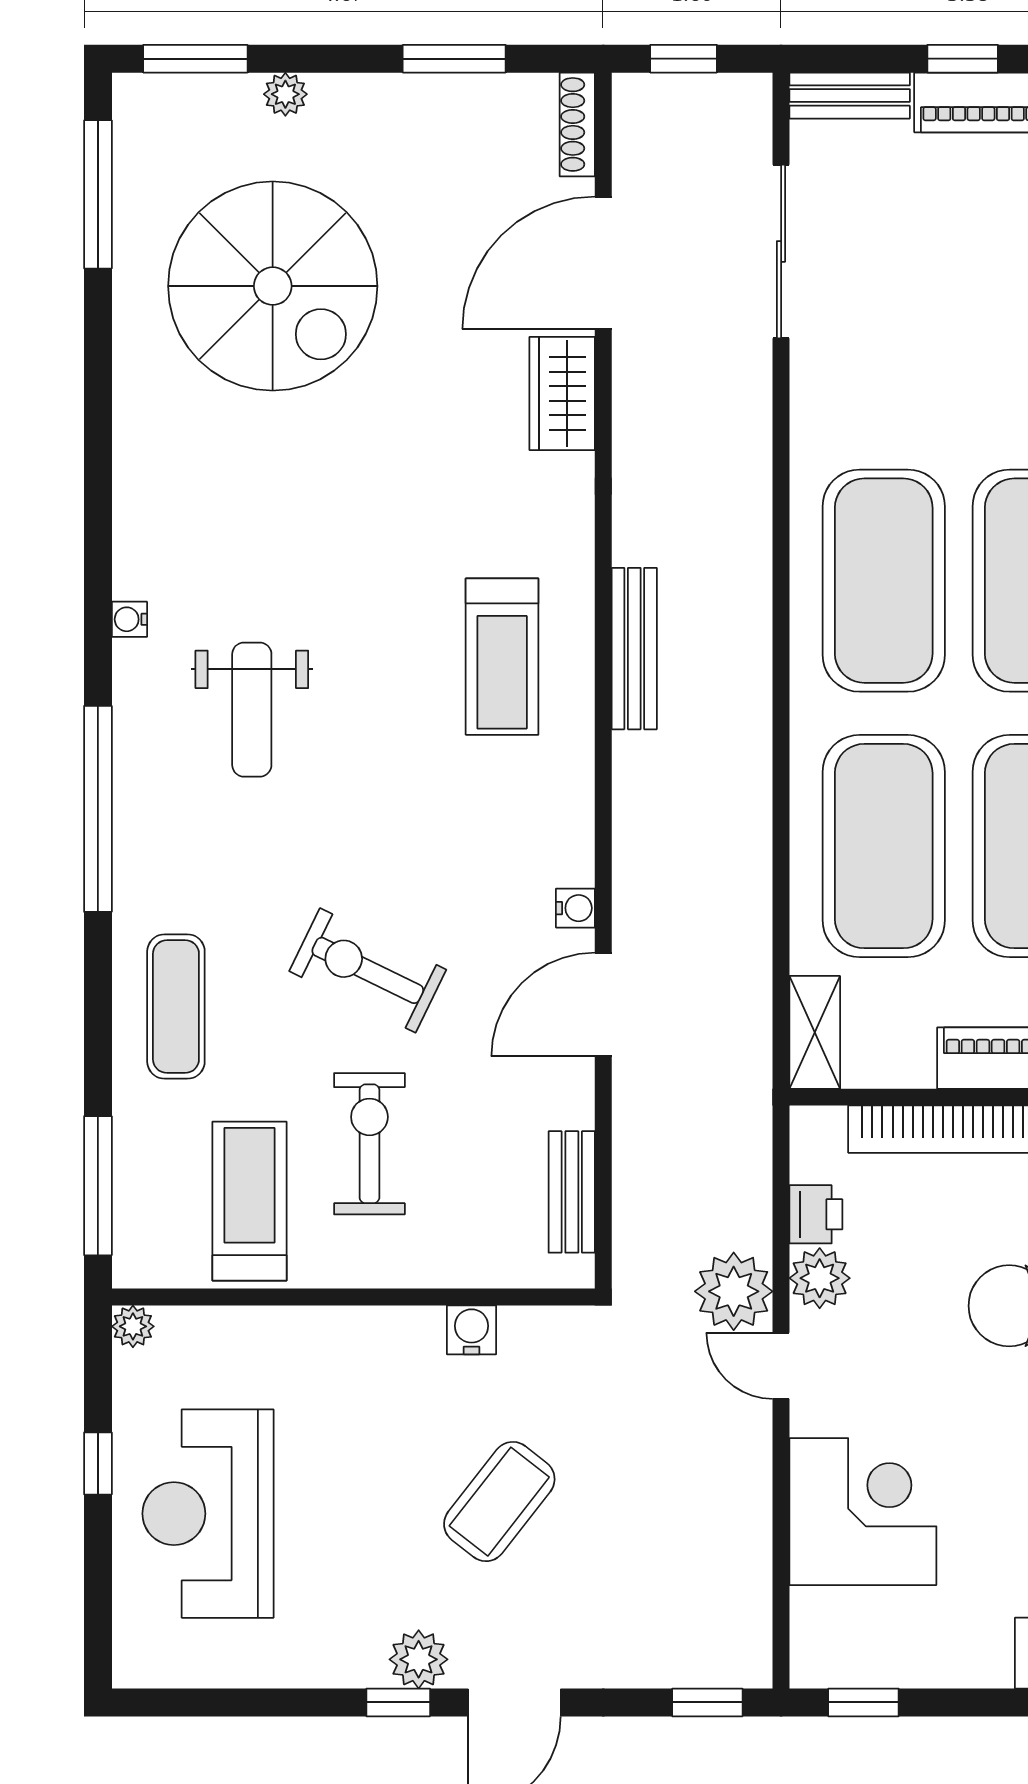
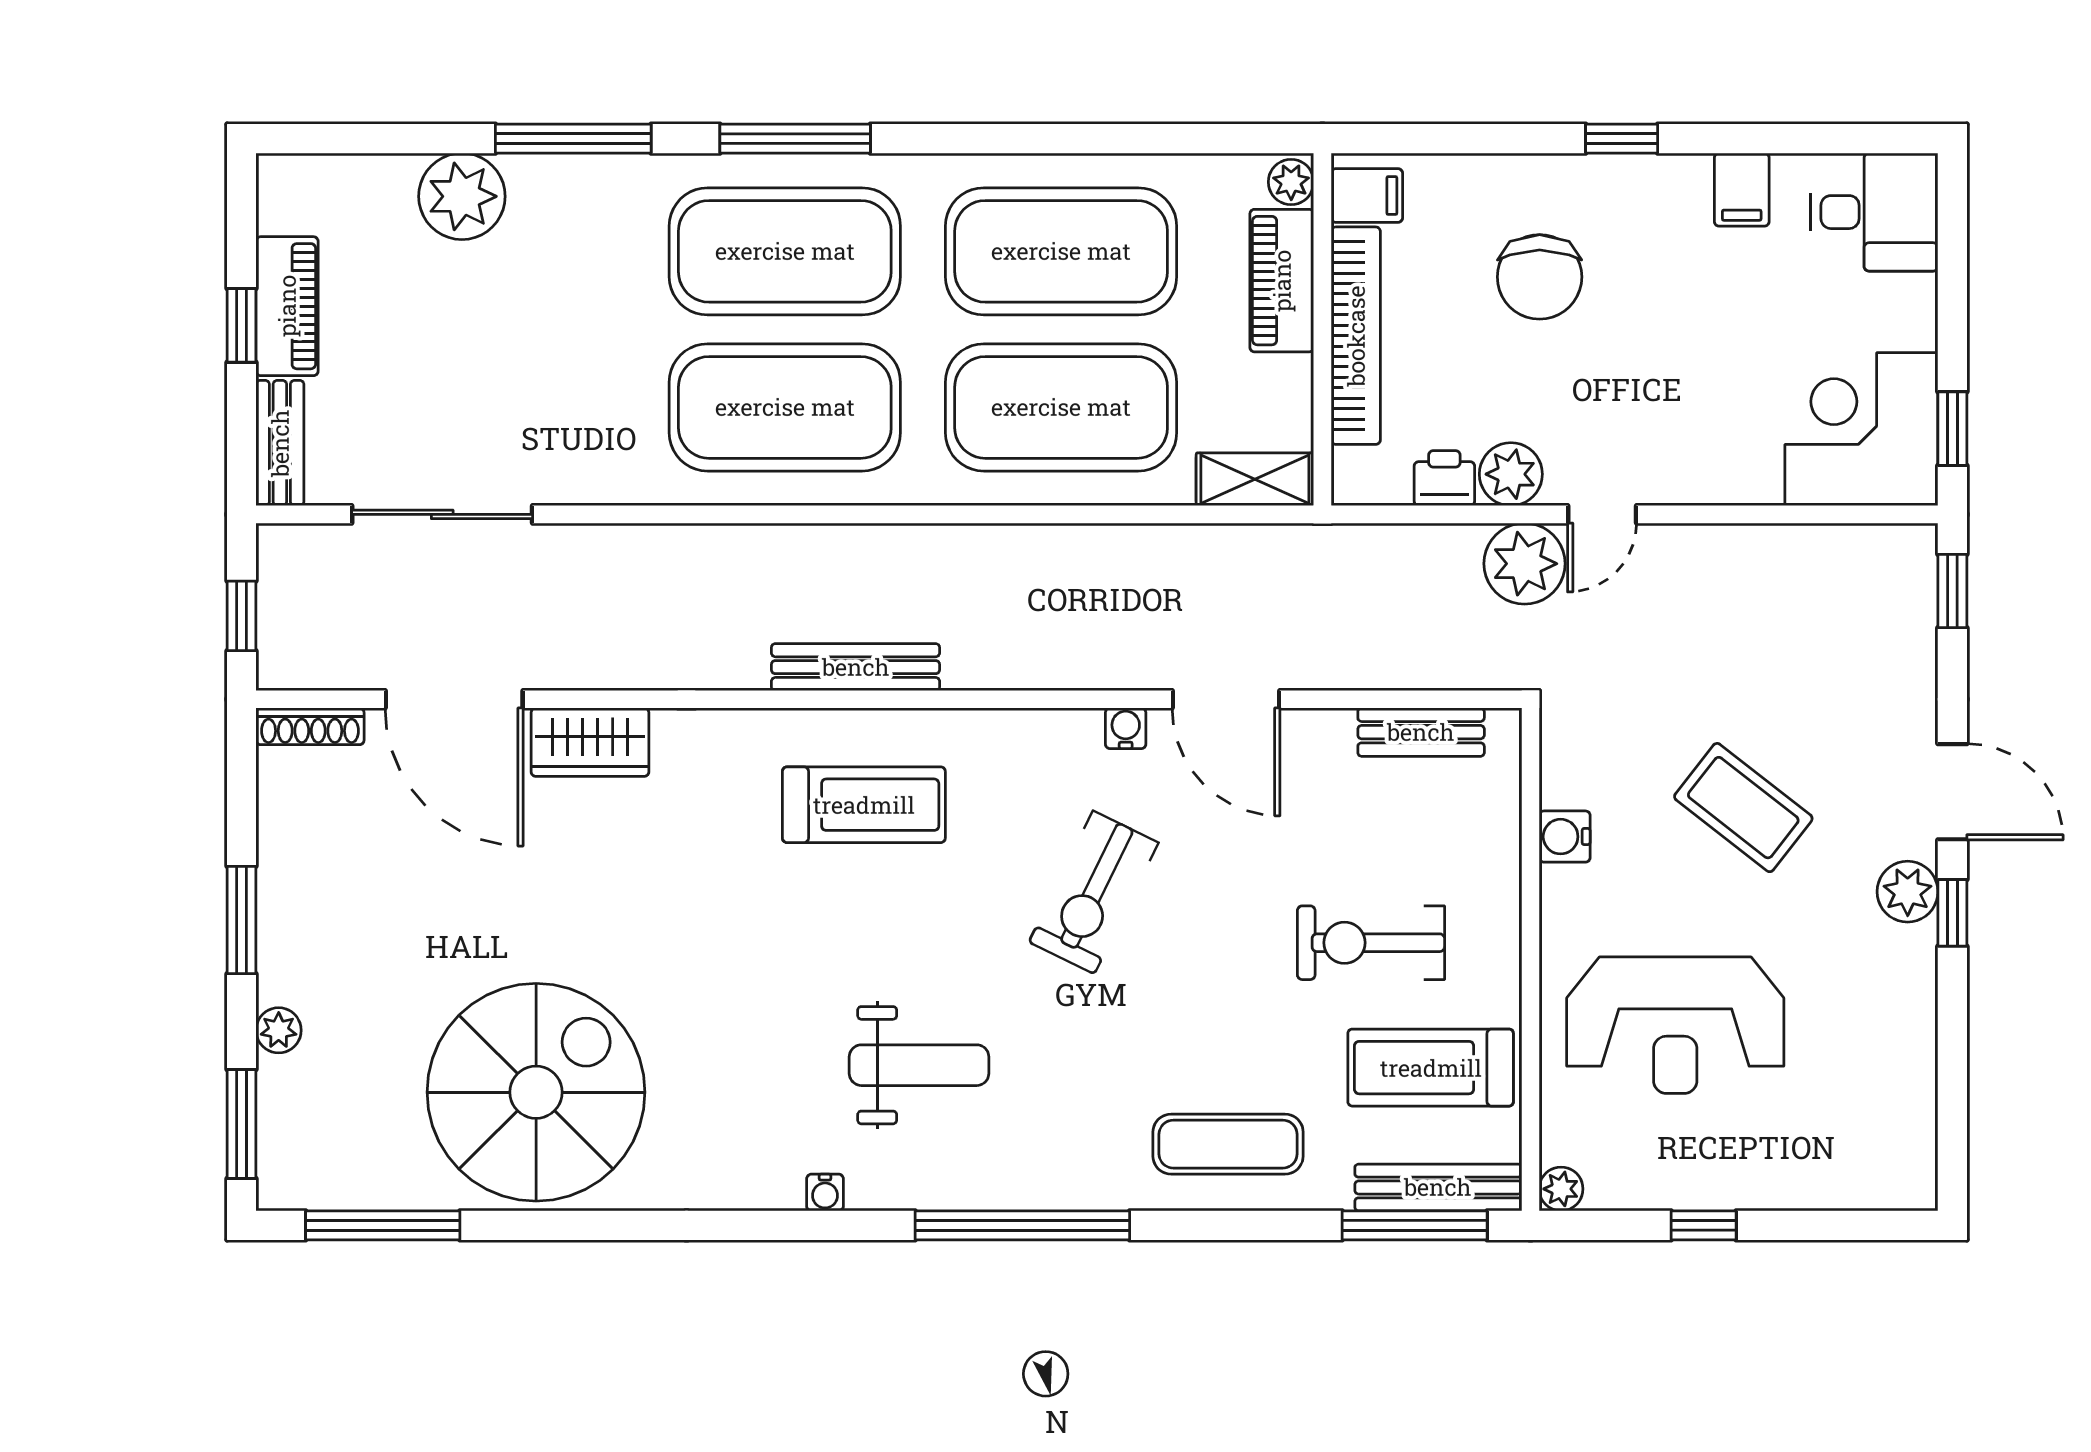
window: (454, 59) -> (242, 920), moved
spiral stairs: (273, 286) -> (536, 1092), moved
exercise bike: (368, 970) -> (1094, 892), moved
bench: (134, 1208) -> (1438, 1187), added
corner desk: (863, 1512) -> (1861, 429), moved
reception desk: (208, 1514) -> (1675, 1025), moved

